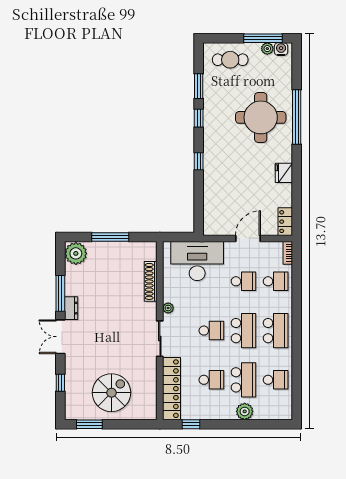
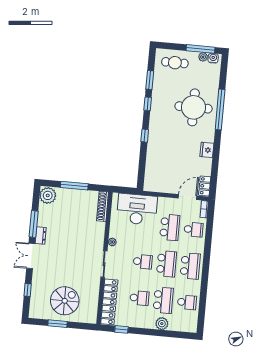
door: (248, 238) -> (188, 197), moved
shoe rack: (151, 281) -> (103, 206), moved
school desk: (244, 281) -> (170, 227), width x1.85
window: (89, 424) -> (57, 324), moved

